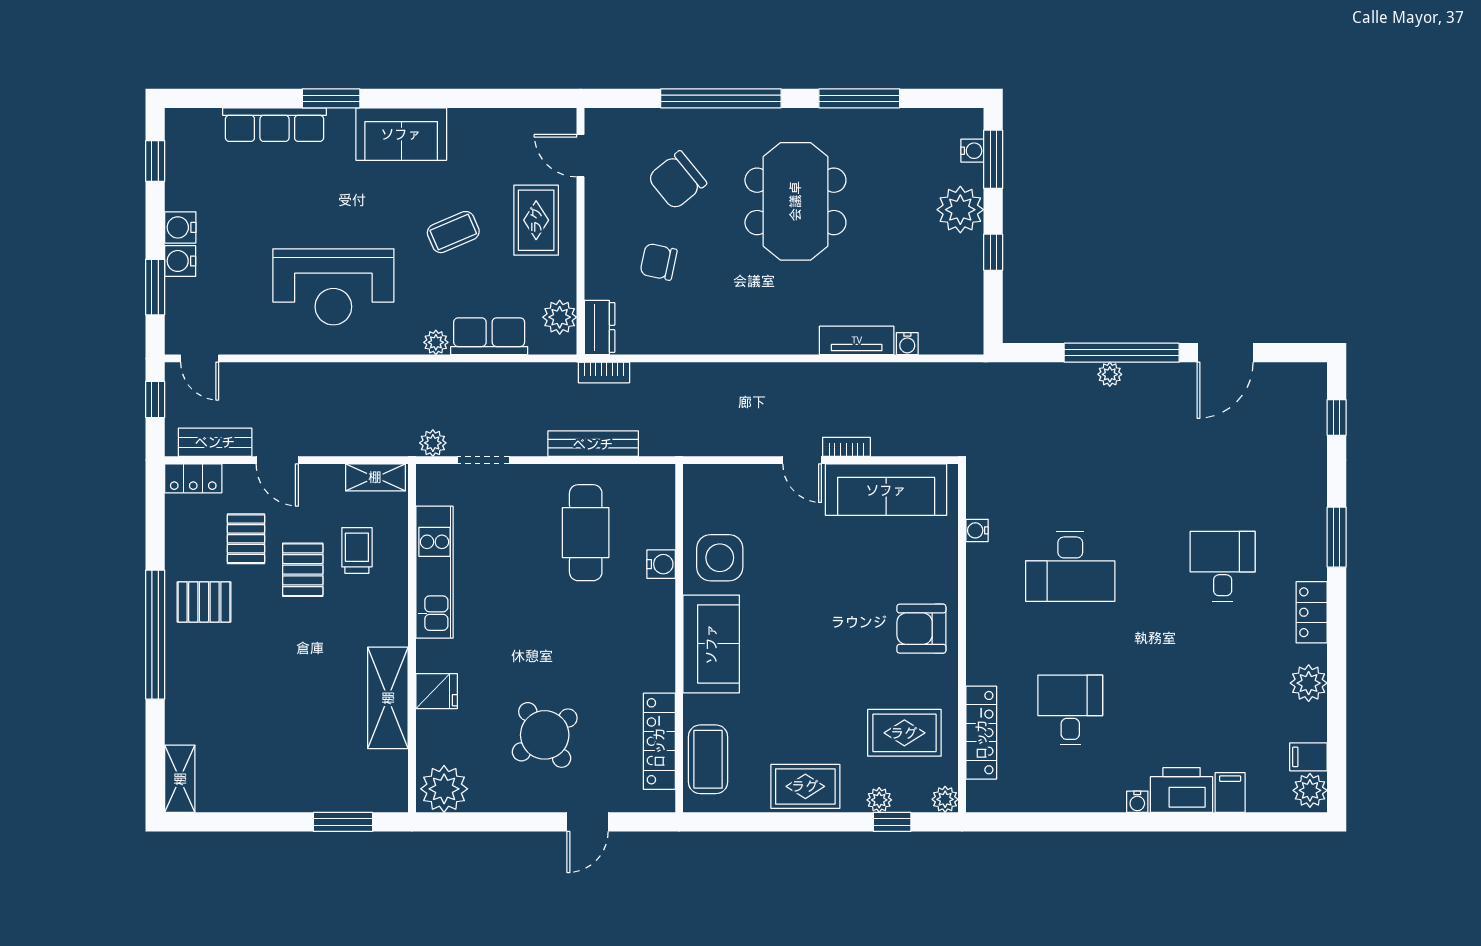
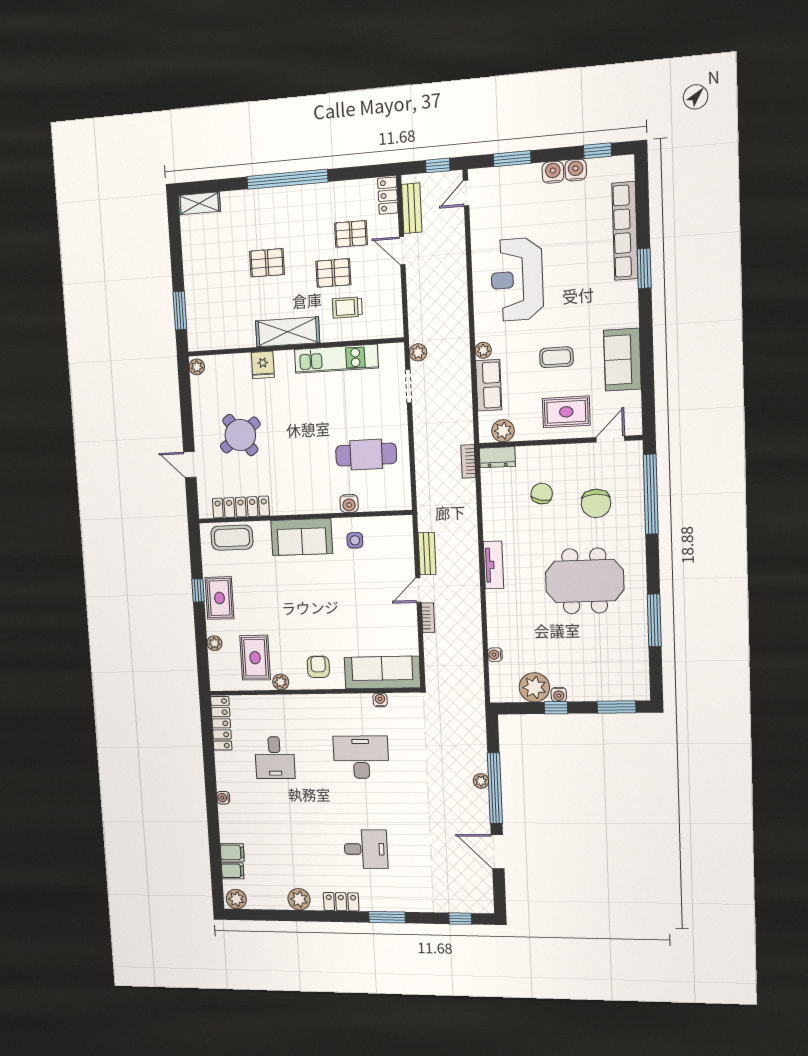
window: (721, 98) -> (651, 494), moved
row of seats: (275, 125) -> (625, 231), width x1.36
sofa: (401, 134) -> (622, 360), moved
water cooler: (972, 151) -> (559, 695), moved
chair: (677, 180) -> (596, 503), turned -141
plant: (960, 210) -> (534, 687), moved
coffee table: (453, 232) -> (556, 357), turned -67
water cooler: (180, 261) -> (576, 170), moved
tv unit: (857, 340) -> (493, 565), moved
bench: (593, 444) -> (427, 554), moved, width x0.73
door: (277, 460) -> (402, 251), hinge flipped
shelving: (375, 477) -> (394, 316), removed
sofa: (886, 490) -> (382, 672), moved, turned 90
trolley: (357, 550) -> (347, 307), turned 180
side table: (720, 558) -> (355, 540), width x0.54, depth x0.54
desk: (1070, 566) -> (361, 757), turned 90
pallet: (204, 602) -> (267, 263), moved, turned 90
armchair: (921, 629) -> (318, 667), width x0.72, depth x0.72
shelving: (388, 698) -> (287, 332), moved
desk: (1070, 710) -> (275, 758), turned 90
locker: (981, 733) -> (221, 723), moved, turned -90
filing cabinet: (1308, 757) -> (233, 871), moved, turned 90
plant: (444, 789) -> (197, 367), width x0.53, depth x0.53
printer: (1182, 790) -> (232, 824), removed
plant: (945, 799) -> (281, 682), moved
window: (892, 822) -> (198, 590), moved

